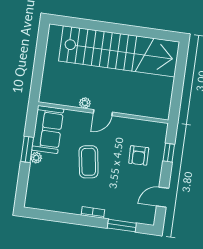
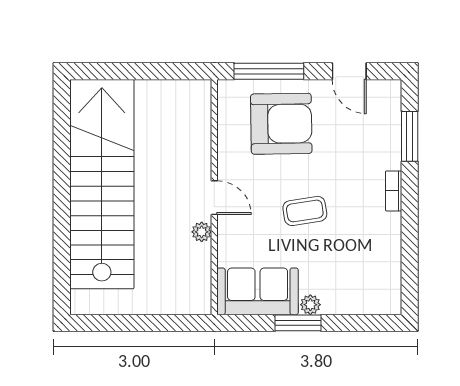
window: (169, 153) -> (269, 71), width x2.17
armchair: (139, 155) -> (281, 124), width x1.88, depth x1.88
coffee table: (89, 162) -> (305, 211), width x0.73, depth x0.77

